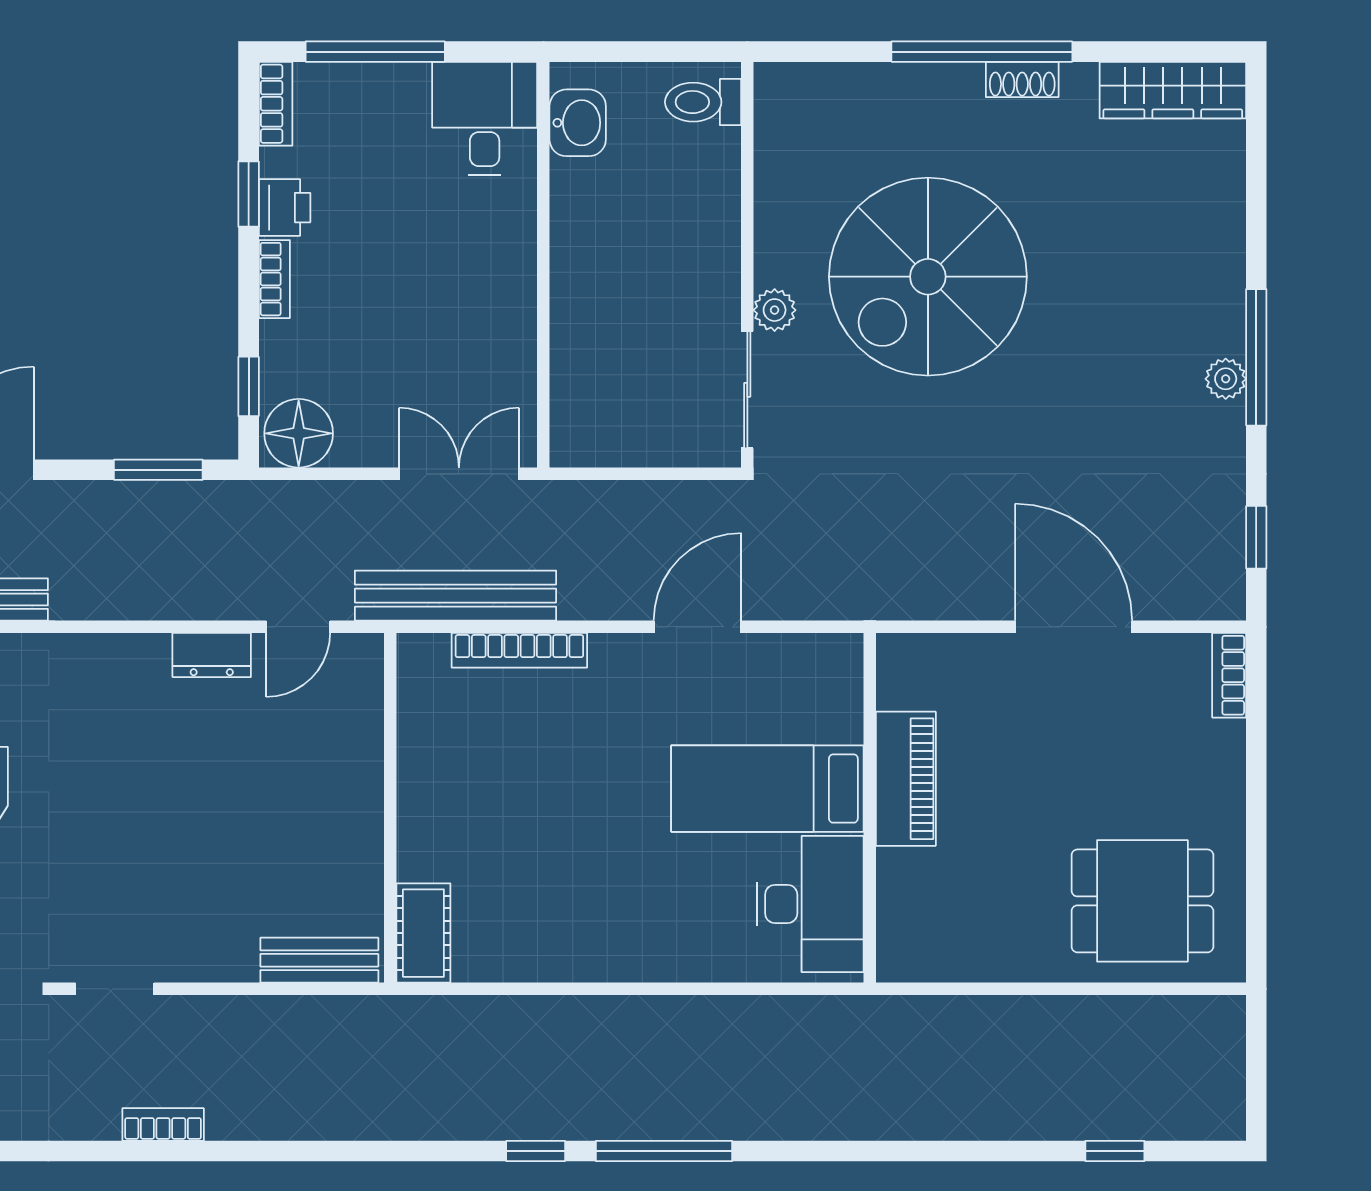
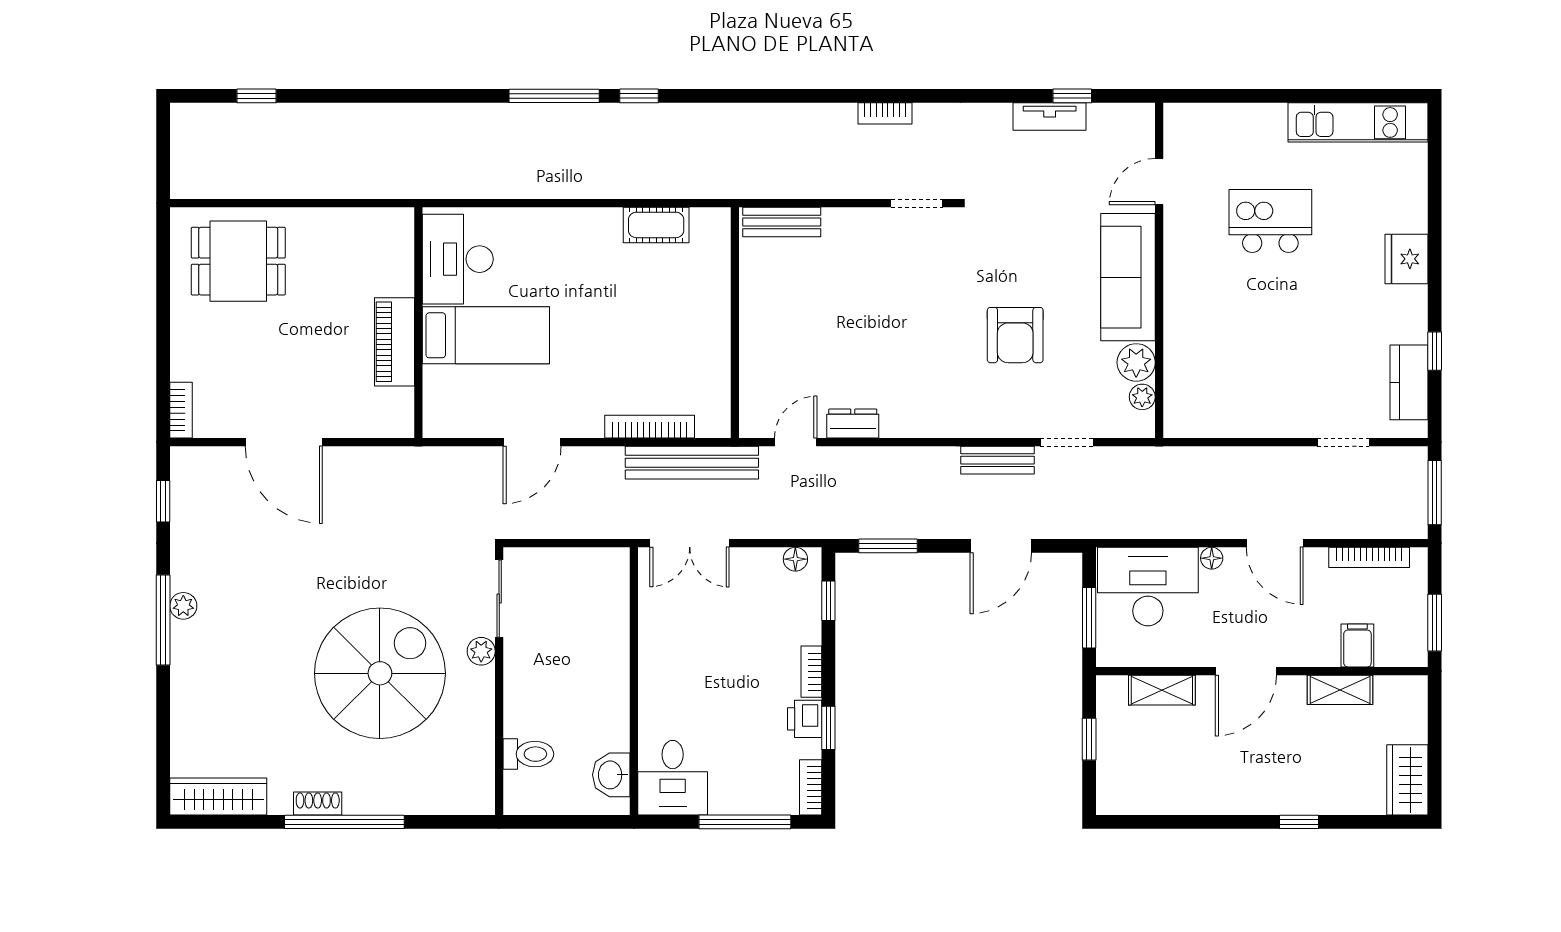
toilet: (703, 102) -> (528, 754), moved
floor lamp: (299, 433) -> (795, 559), width x0.53, depth x0.53
cot: (423, 933) -> (656, 225), moved, turned 90

